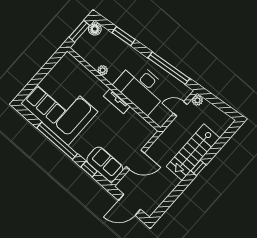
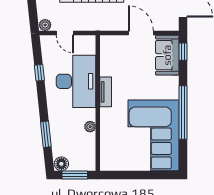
window: (169, 68) -> (39, 73), width x0.32
window: (89, 169) -> (183, 52), moved

